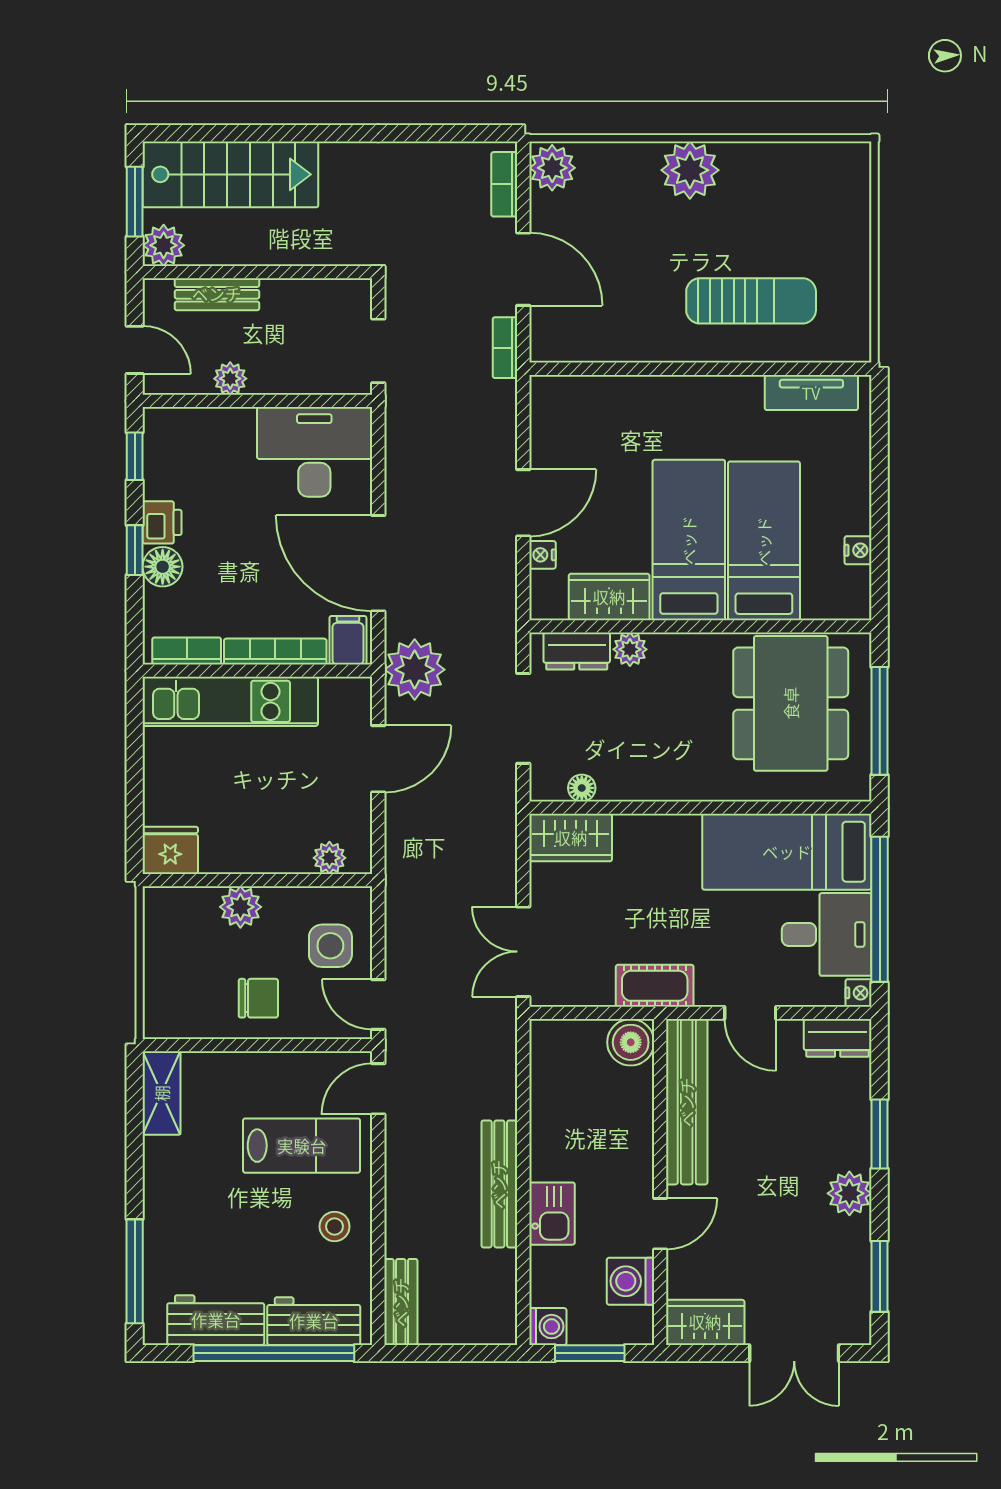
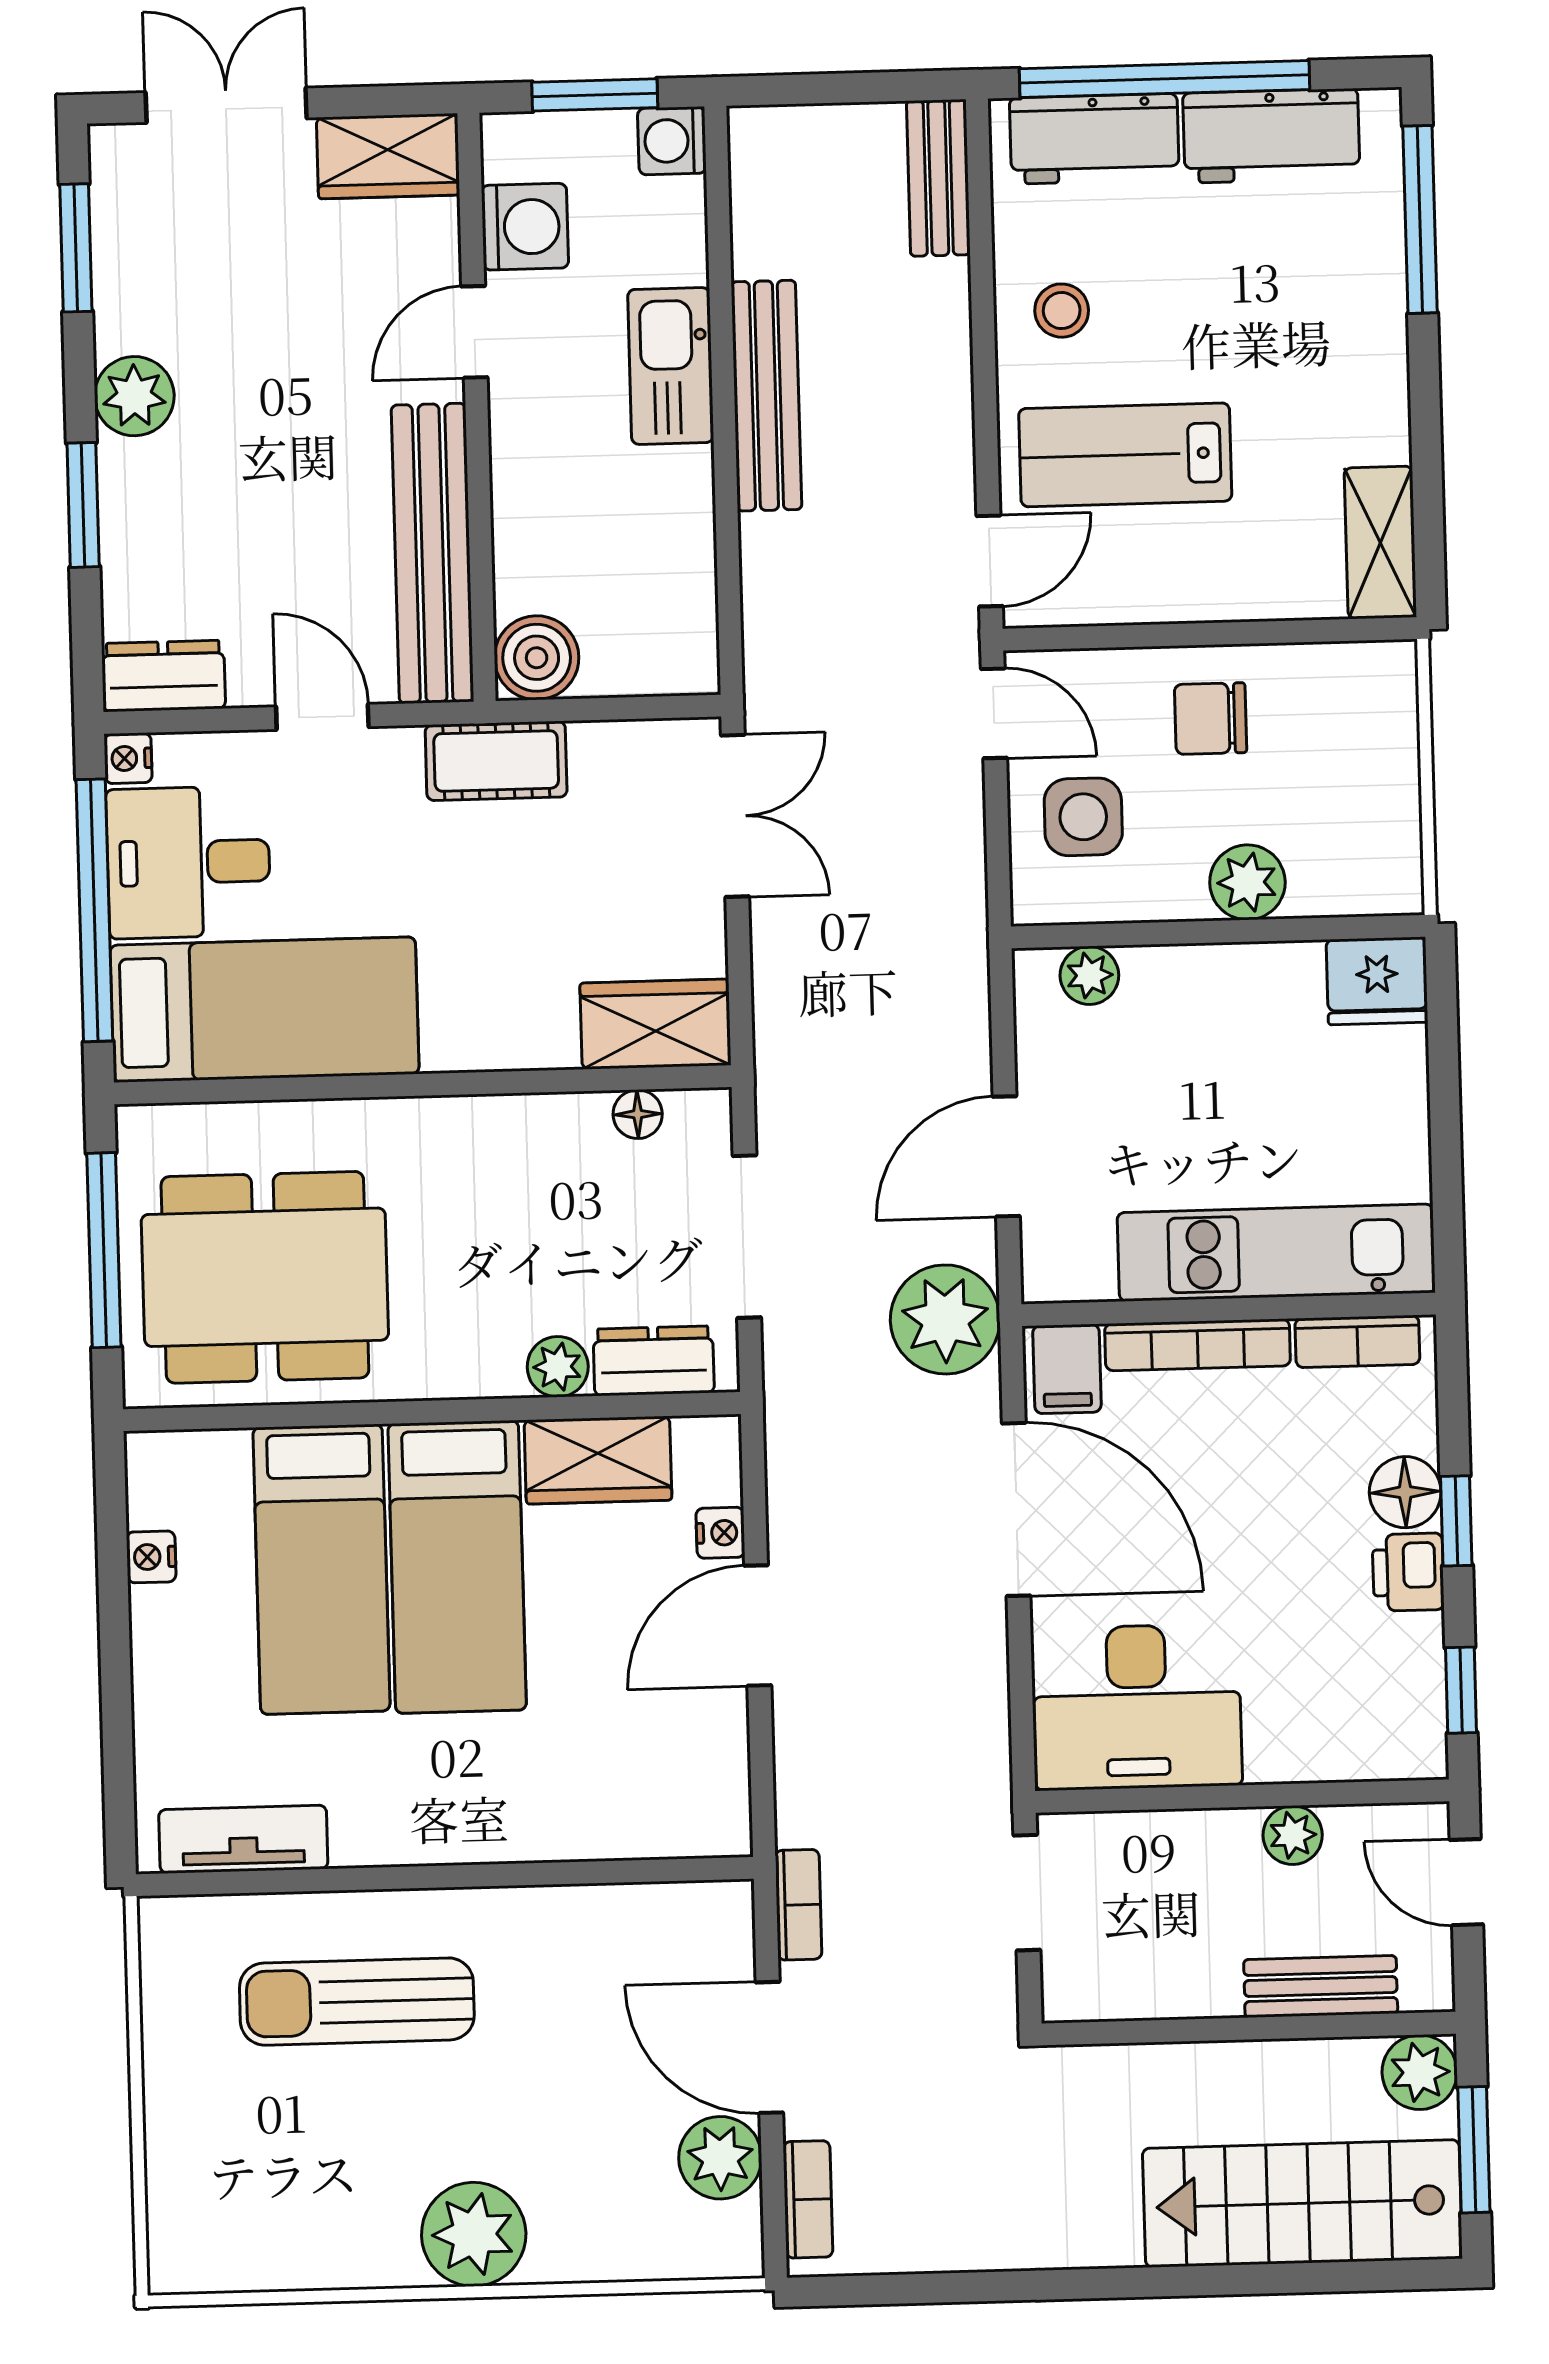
plant: (552, 168) -> (720, 2158), moved
dining table: (791, 703) -> (265, 1277), turned 90
kitchen sink: (552, 1214) -> (671, 366), width x1.38

